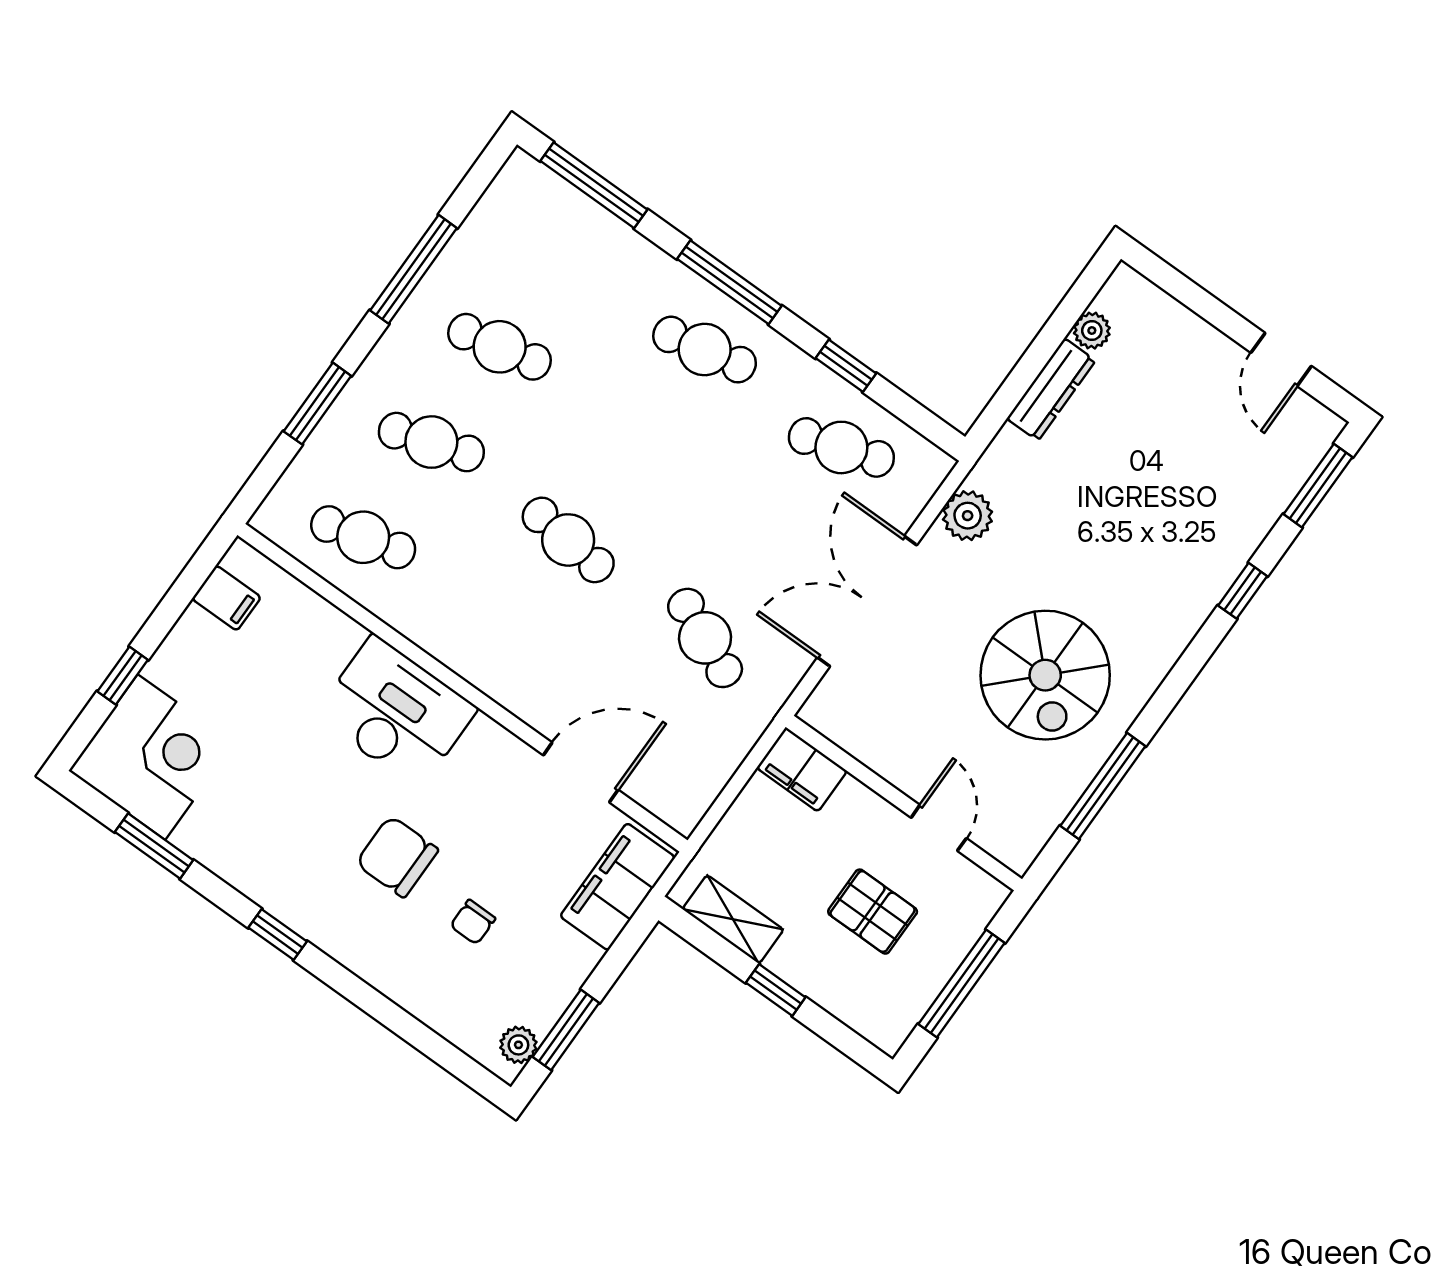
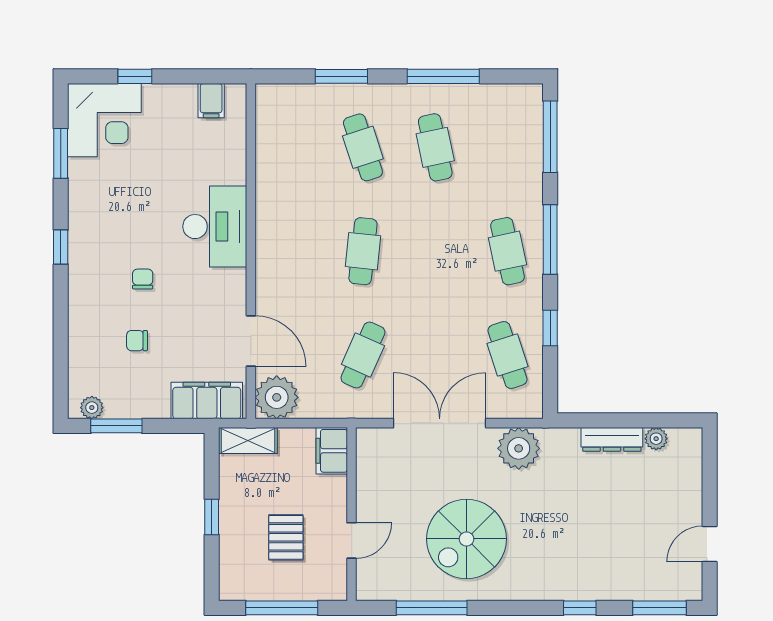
plant: (968, 516) -> (519, 448), width x1.36, depth x1.36
cafe table: (363, 537) -> (291, 147), removed
plant: (679, 792) -> (277, 397), added
chair: (397, 857) -> (143, 279), width x0.54, depth x0.54
shelving: (733, 919) -> (248, 441), moved, turned 90

